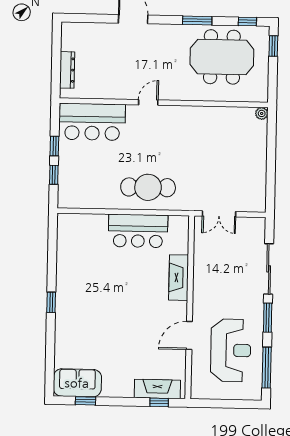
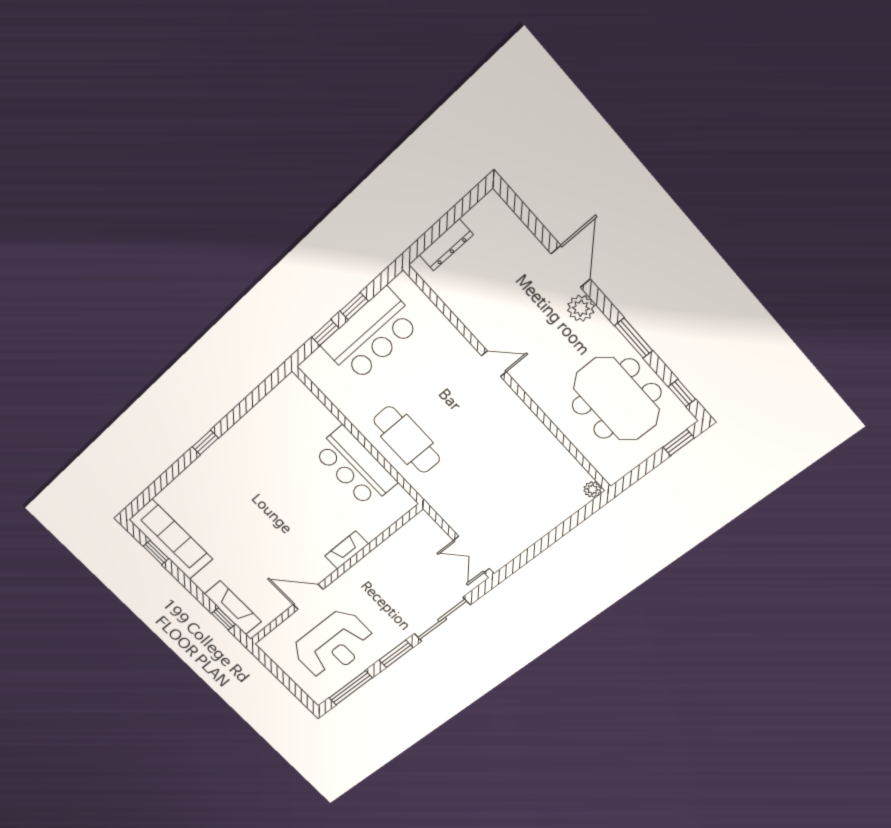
plant: (159, 33) -> (581, 308), added
bar counter: (92, 122) -> (371, 335), moved, turned -90
double door: (219, 214) -> (471, 555), moved
fireplace: (179, 278) -> (347, 550), width x0.73, depth x0.76
sofa: (77, 383) -> (171, 539), width x1.36

